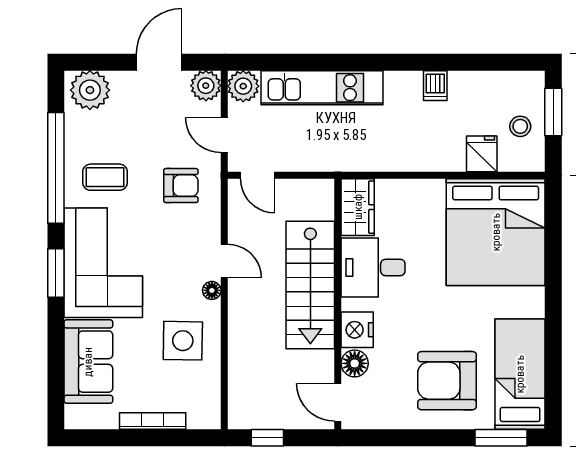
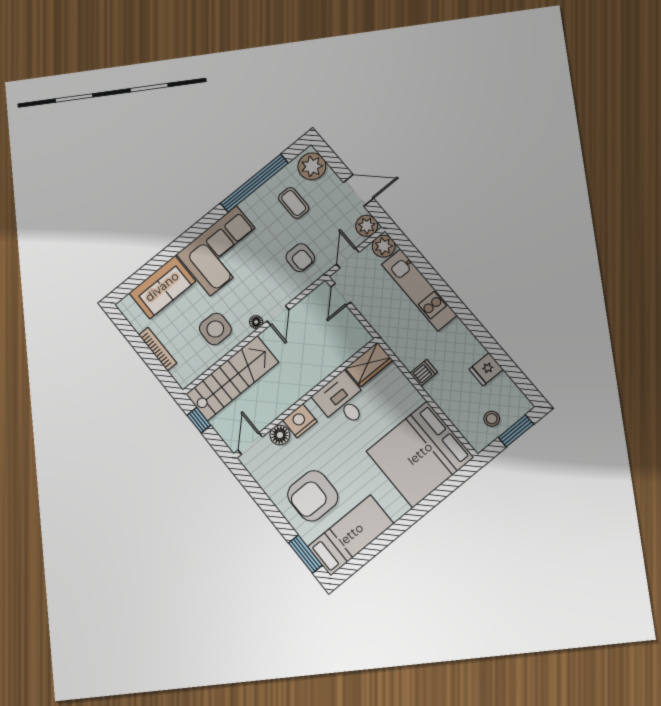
dishwasher: (435, 86) -> (424, 373), moved, turned 180
fridge: (482, 154) -> (486, 369), moved, turned 180
coffee table: (105, 177) -> (294, 203), moved
window: (56, 273) -> (197, 230), removed
stairs: (310, 285) -> (232, 378), moved, turned 180
armchair: (447, 381) -> (313, 496), turned -90

